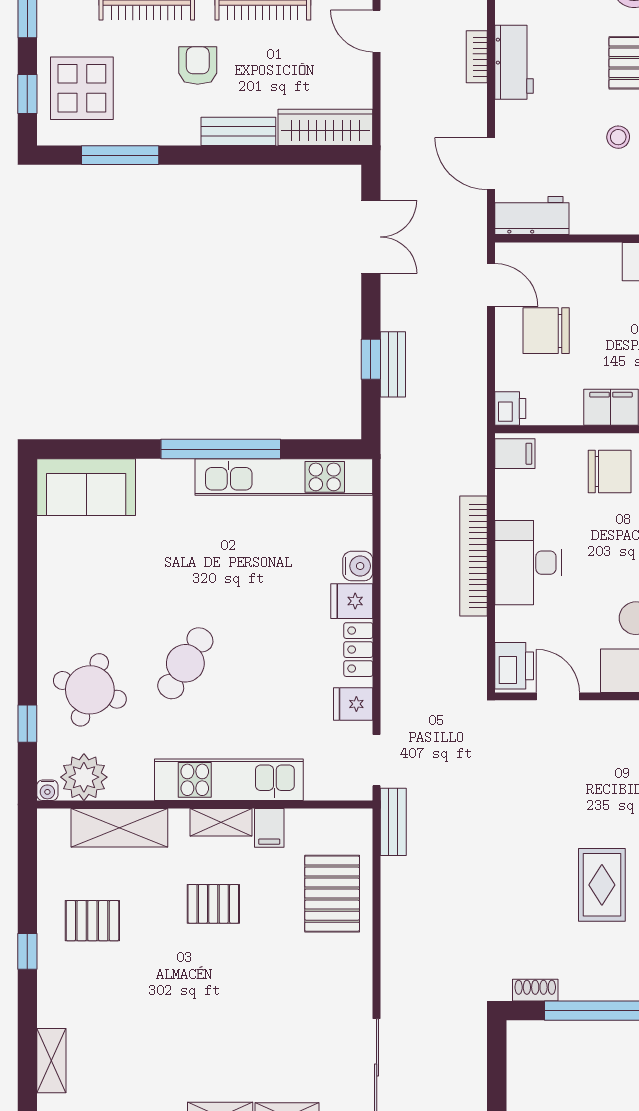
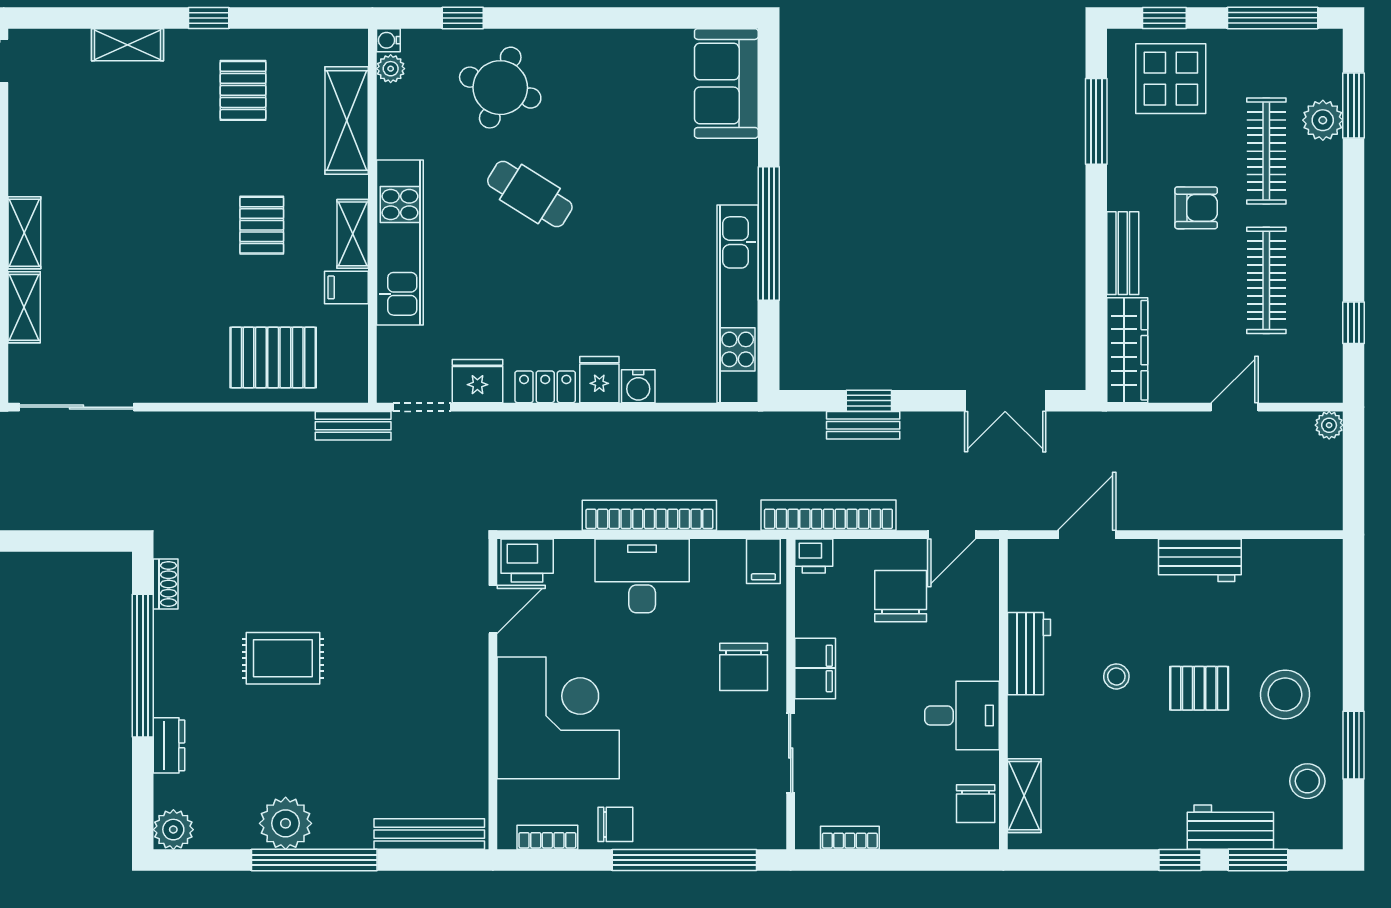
bookcase: (477, 57) -> (828, 515), moved, width x2.31, depth x1.31
workbench: (532, 216) -> (1029, 654), moved
fridge: (353, 704) -> (477, 381), width x1.38
plant: (84, 777) -> (391, 69), width x0.53, depth x0.53
shelving: (51, 1061) -> (128, 45), moved

